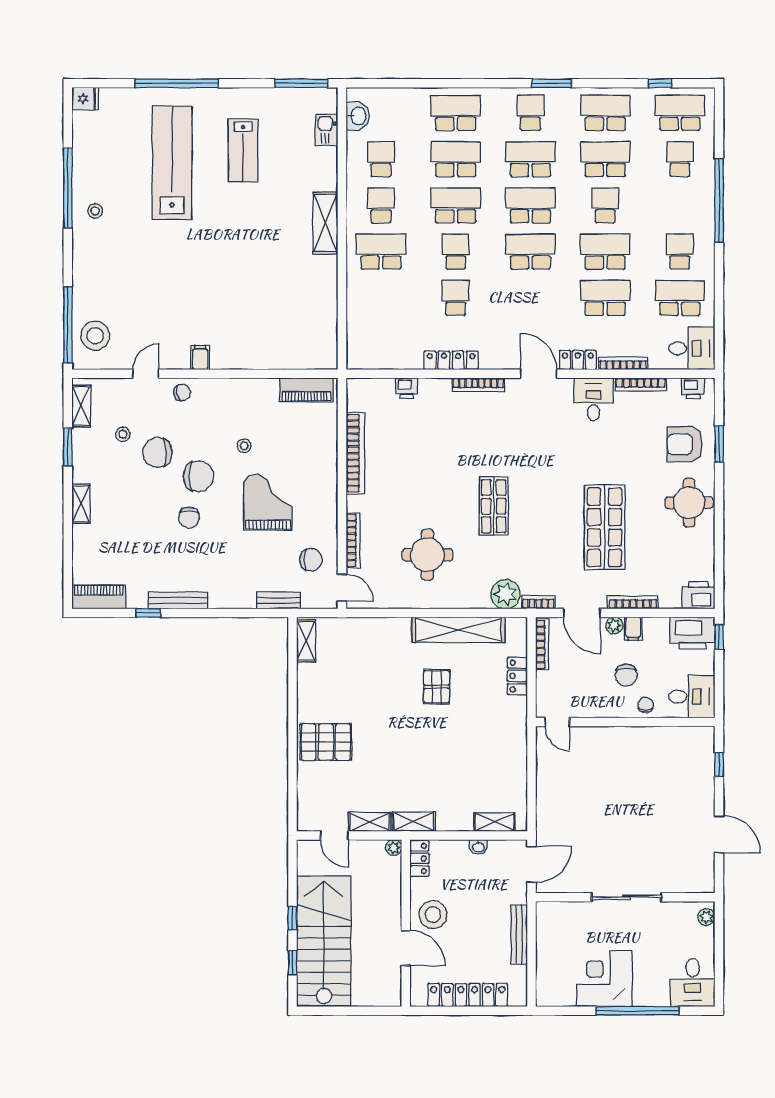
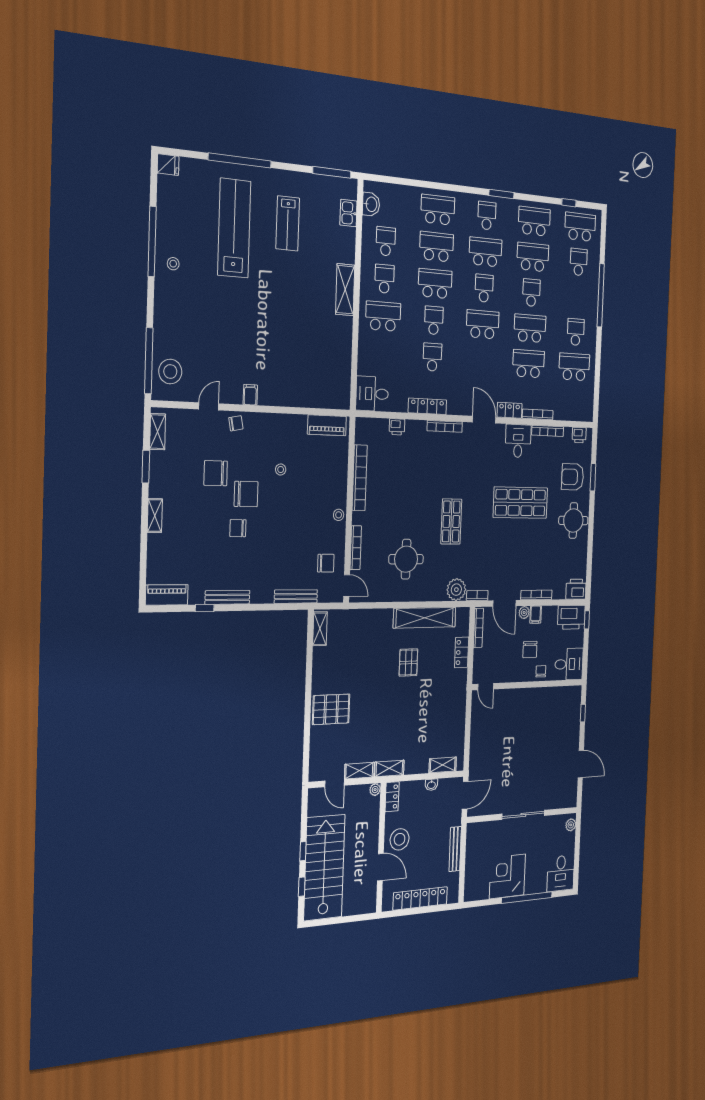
school desk: (530, 205) -> (484, 288), width x0.54
desk: (692, 348) -> (372, 394), moved, turned 180
stool: (123, 434) -> (339, 515), moved
grand piano: (268, 502) -> (296, 516), removed
chair: (189, 517) -> (238, 528), turned 90
shop shelf: (605, 527) -> (520, 503), moved, turned 90
bench: (279, 600) -> (296, 596), width x1.36

